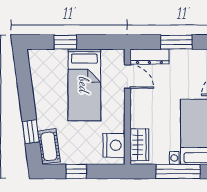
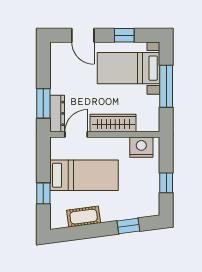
window: (176, 42) -> (43, 103), moved
wardrobe: (139, 145) -> (113, 123), moved, width x1.50
cot: (49, 146) -> (84, 217), moved

